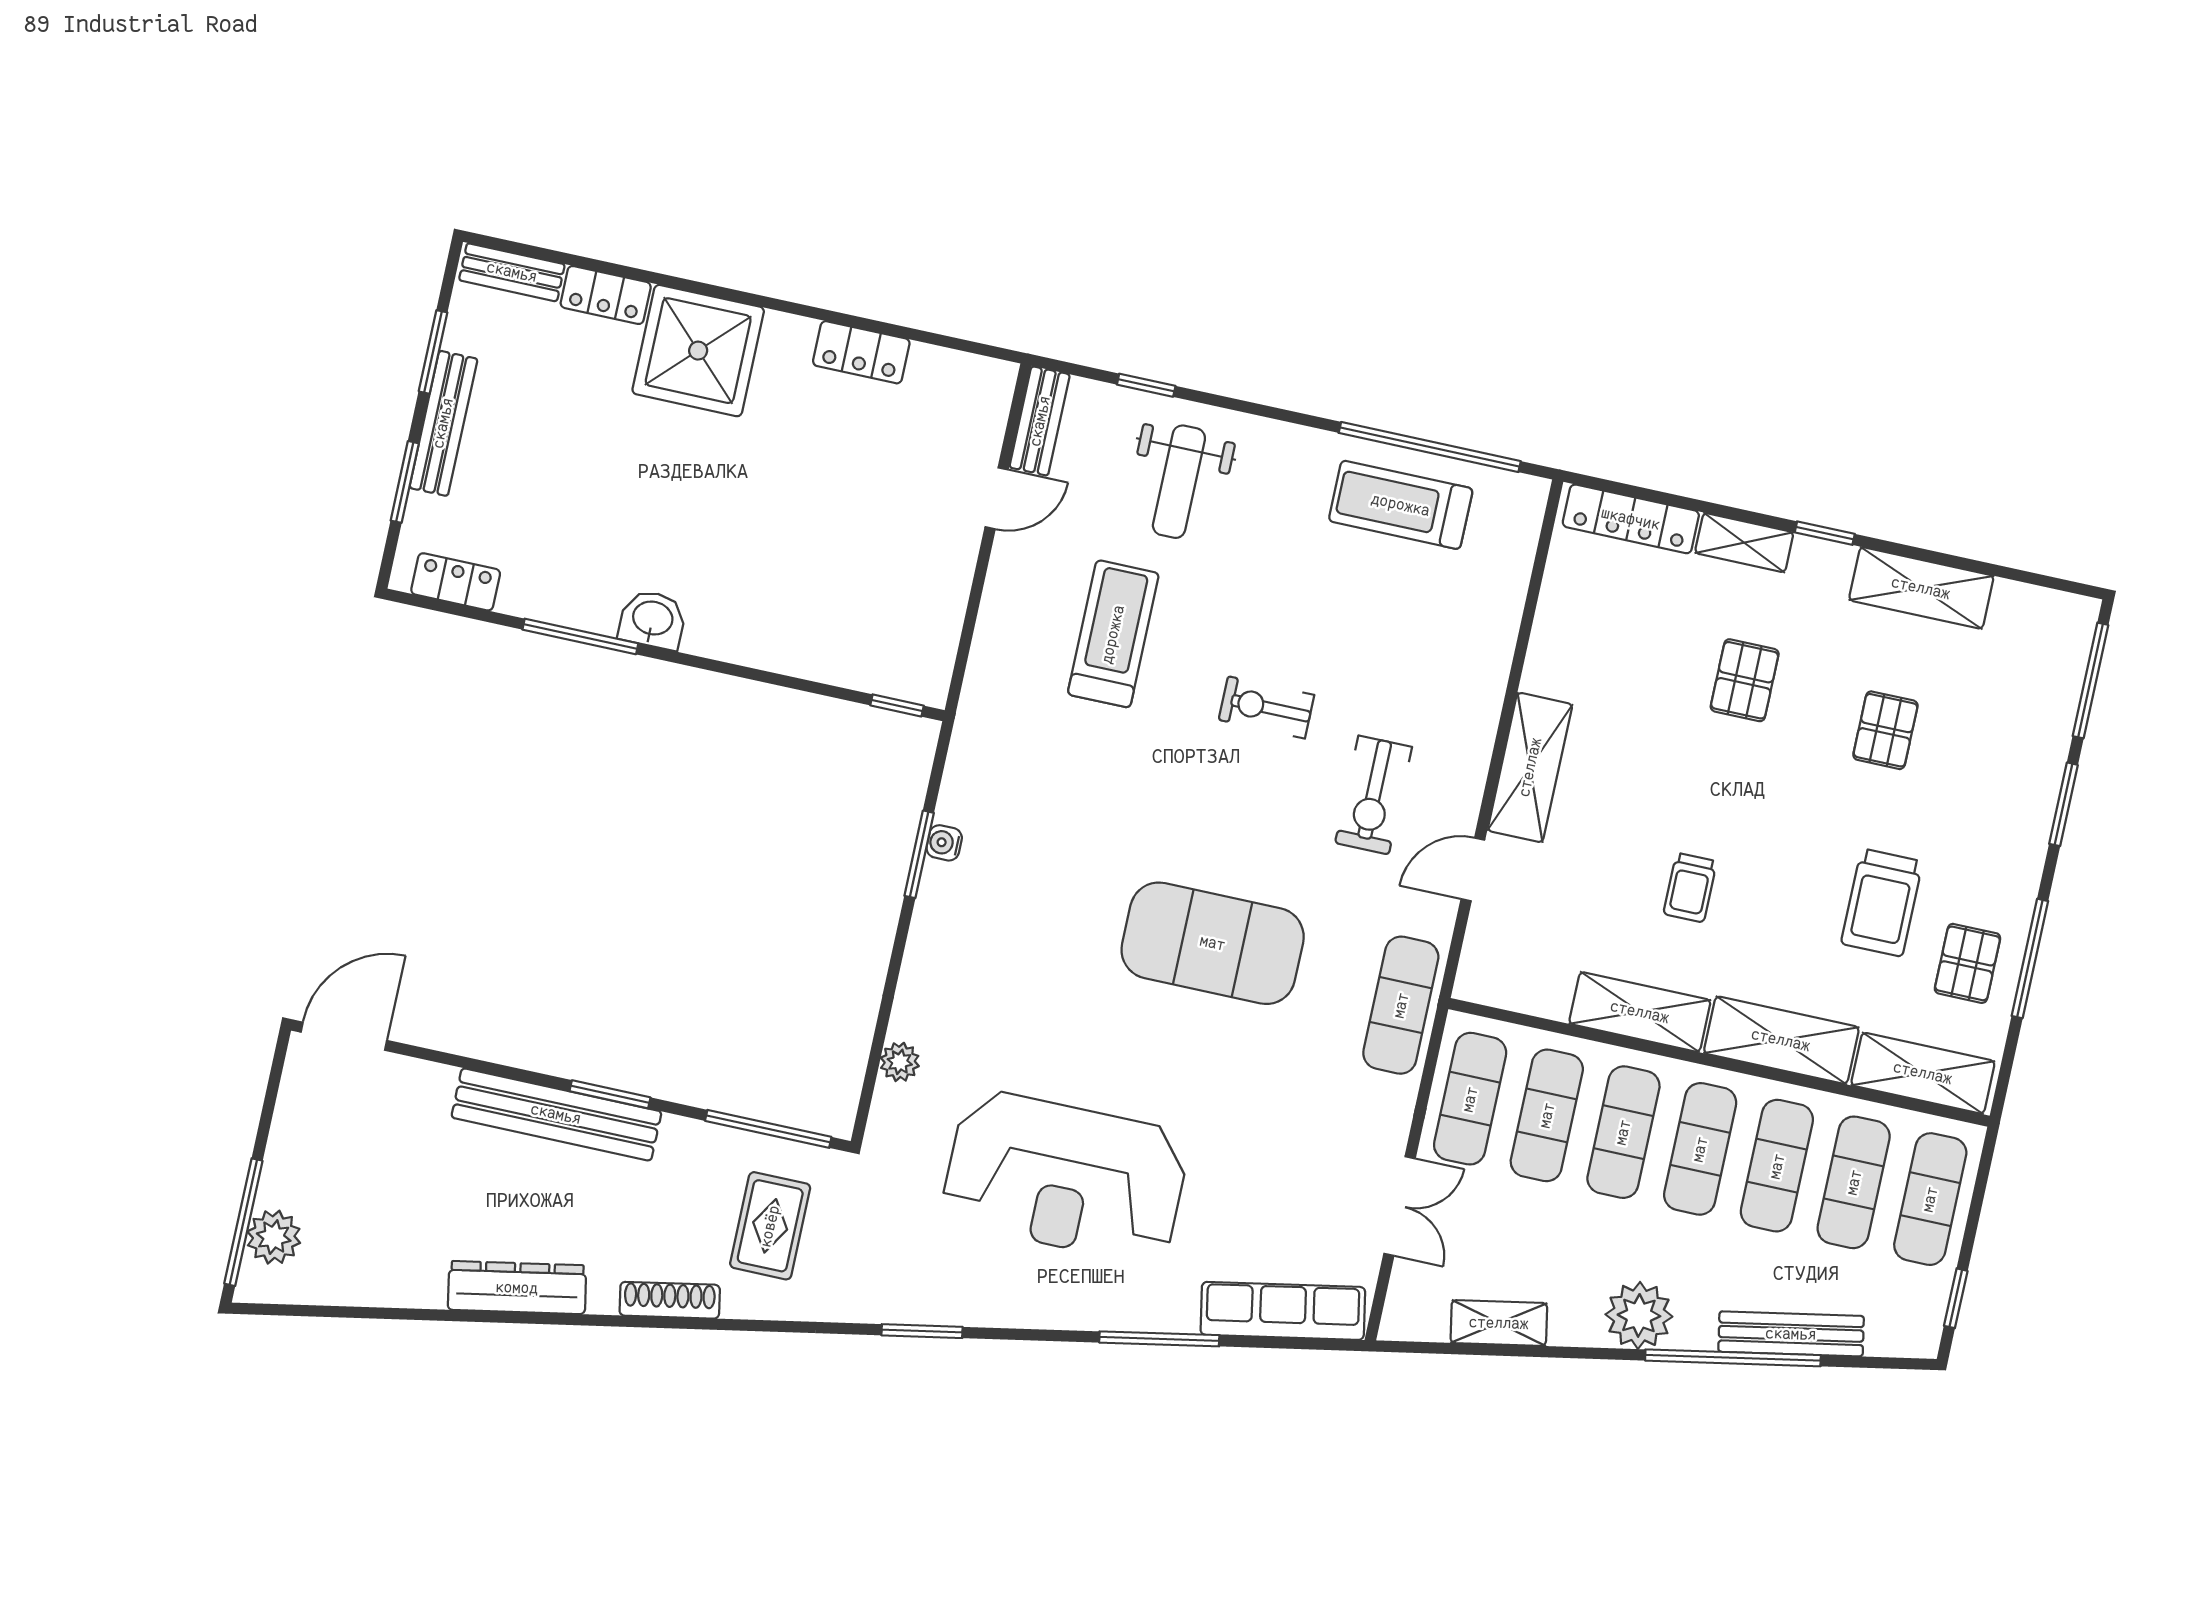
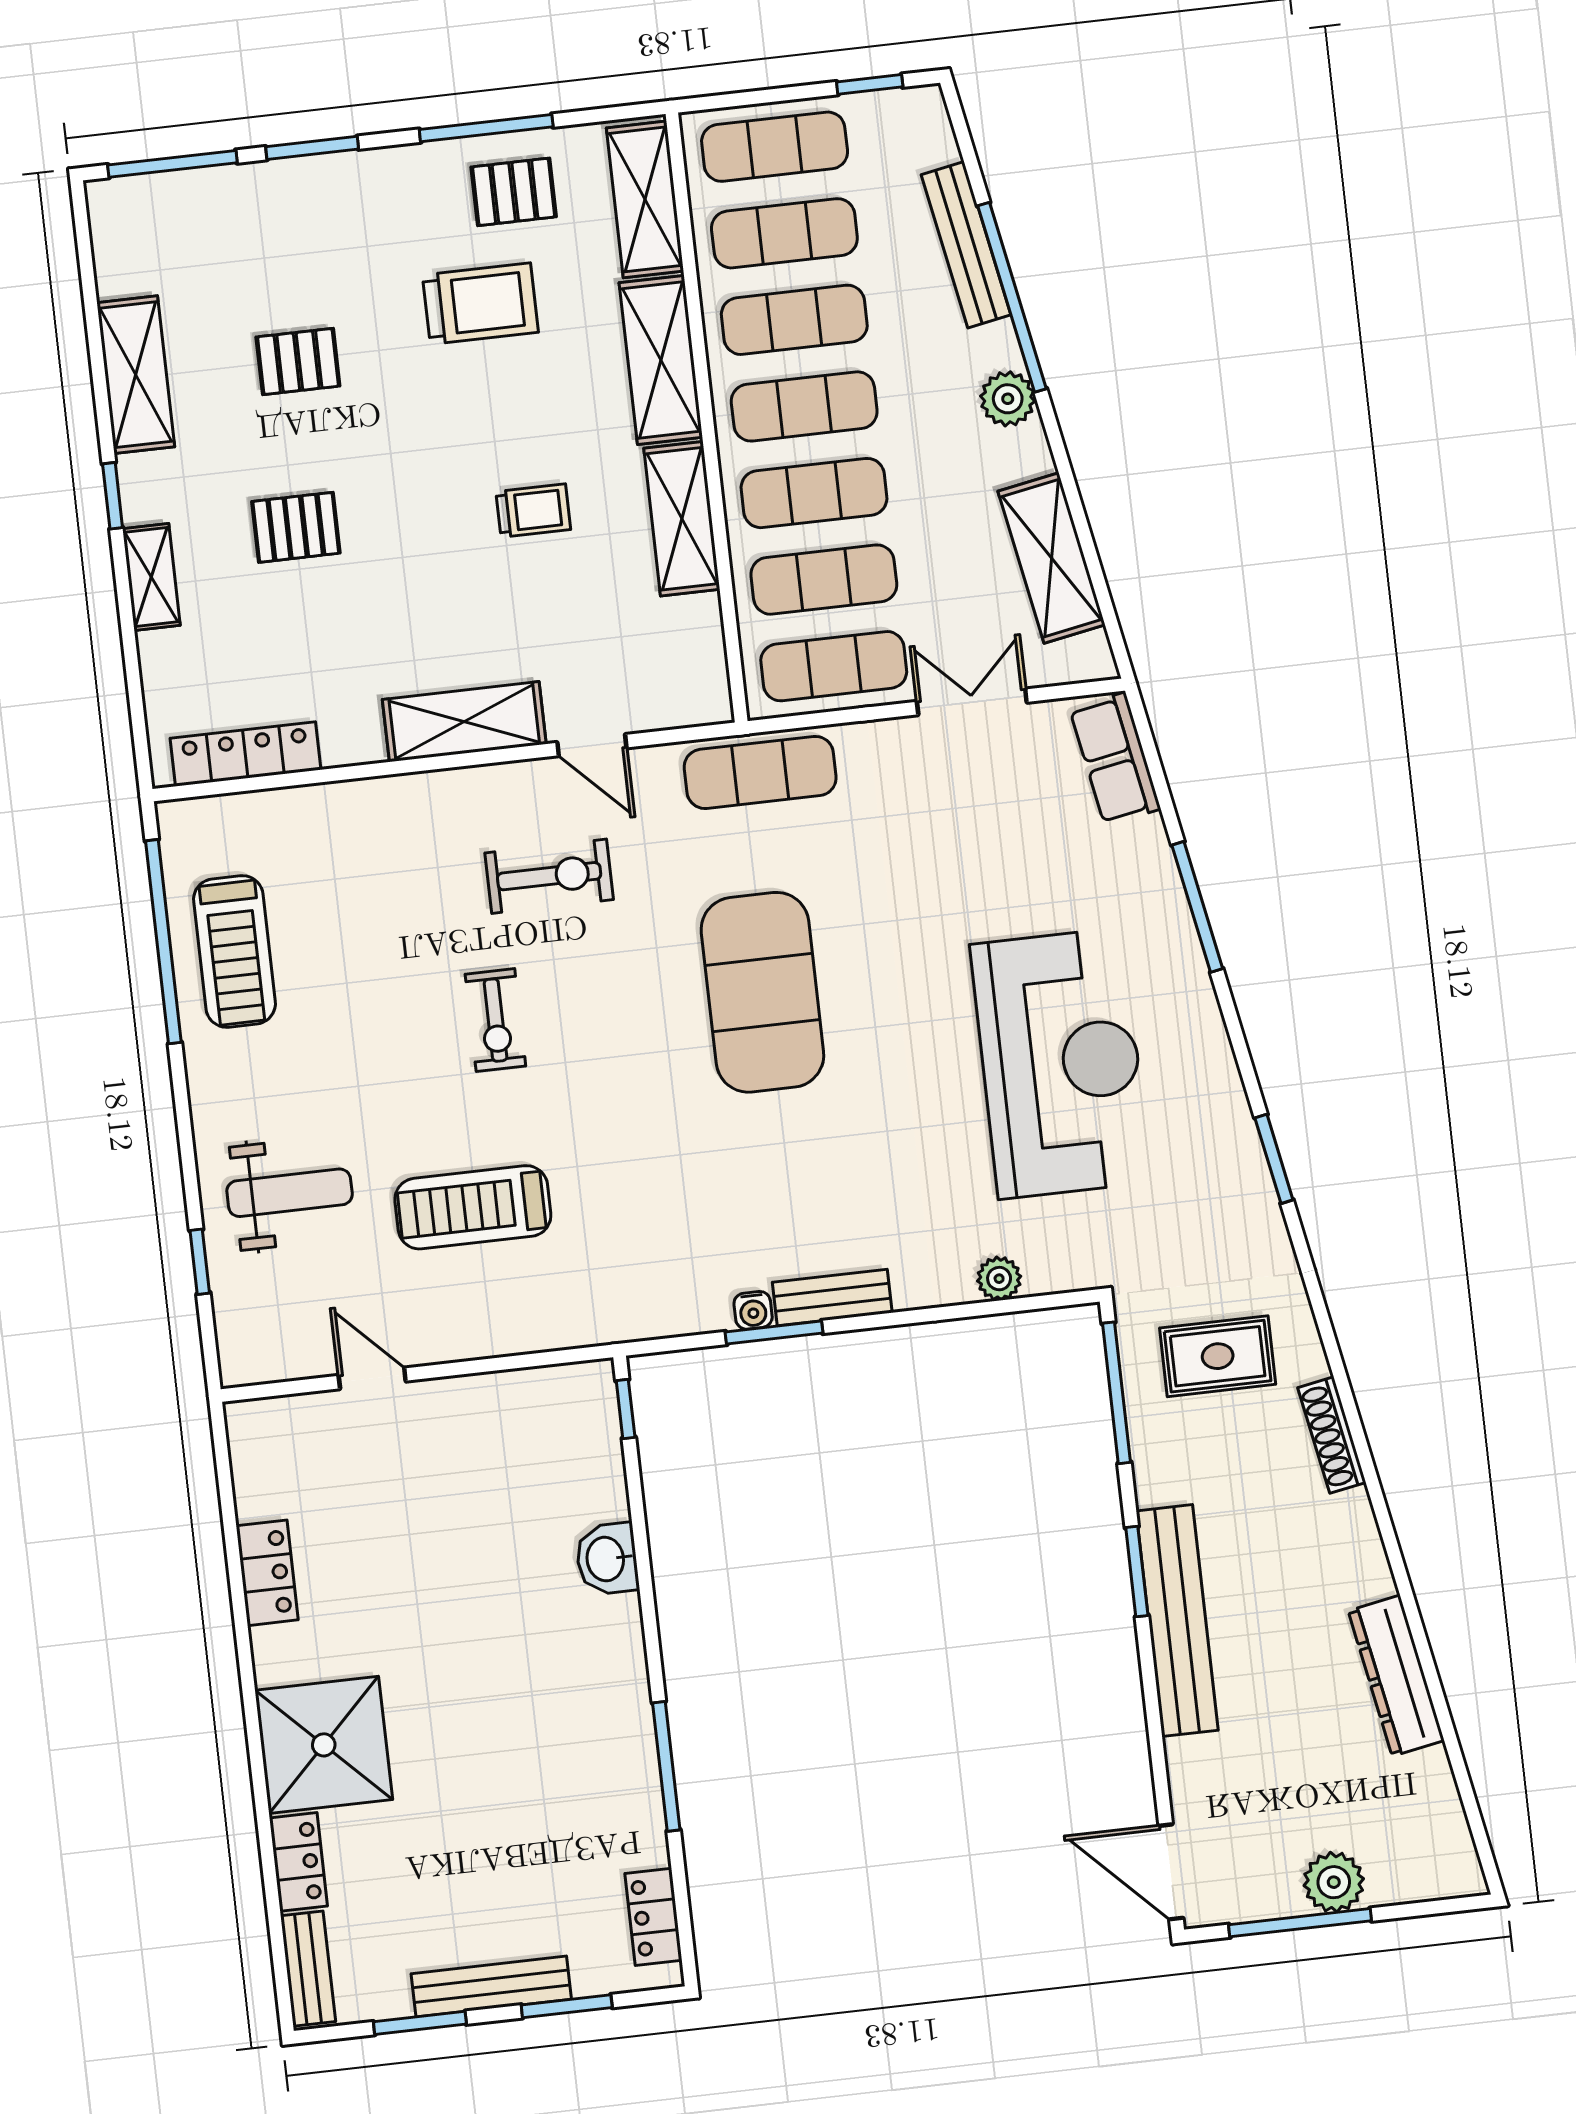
bench: (1040, 421) -> (832, 1297), moved
locker: (1631, 519) -> (245, 754), moved, turned -90
washbasin: (652, 620) -> (607, 1559), moved
window: (243, 1222) -> (1300, 1923), moved
plant: (274, 1237) -> (1334, 1882), moved
dresser: (517, 1288) -> (1396, 1676), moved
row of seats: (1283, 1311) -> (1115, 759), width x0.68
plant: (1639, 1315) -> (1008, 399), width x0.73, depth x0.73
shelving: (1499, 1323) -> (1051, 558), width x1.50, depth x1.33

